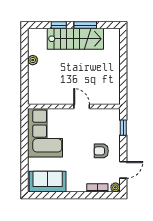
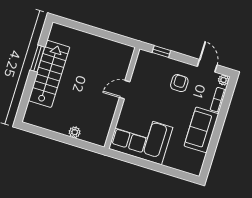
window: (59, 25) -> (29, 87), removed
plant: (33, 60) -> (75, 132), moved
armchair: (101, 151) -> (179, 83), turned 180
sofa: (48, 182) -> (201, 130), moved

